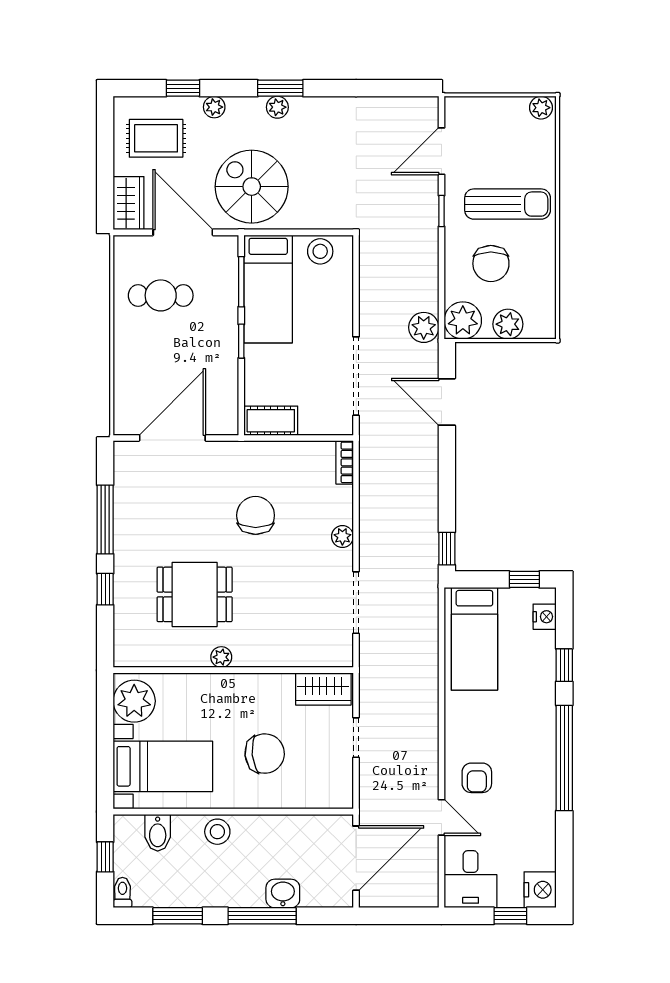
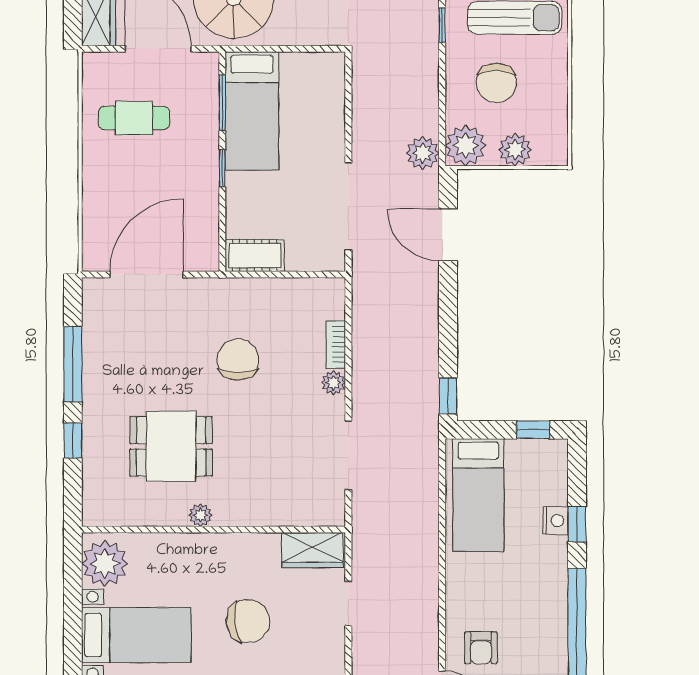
stool: (320, 251) -> (309, 70), removed
bookcase: (345, 462) -> (336, 345), moved
nightstand: (545, 617) -> (555, 521), moved

